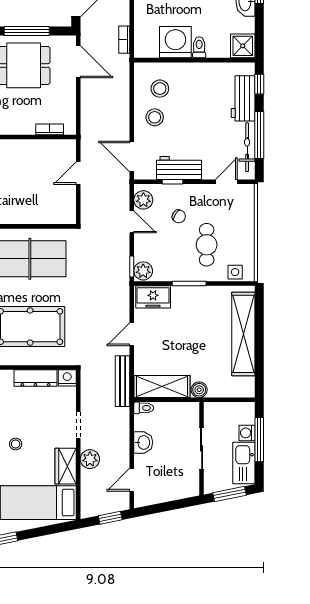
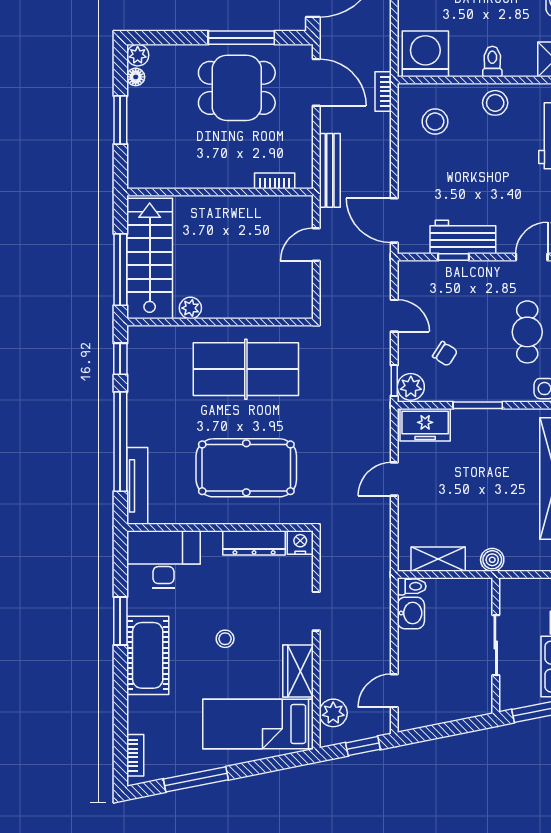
bookcase: (124, 40) -> (383, 91), moved
washing machine: (175, 42) -> (425, 54), moved
stool: (155, 117) -> (495, 103), moved
plant: (143, 200) -> (411, 284), removed
chair: (179, 216) -> (445, 354), moved
cafe table: (207, 245) -> (527, 332), moved
bench: (123, 381) -> (330, 170), moved
shelving: (162, 386) -> (438, 559), width x0.67, depth x0.75
washbasin: (143, 442) -> (411, 613), moved
plant: (90, 459) -> (333, 713), moved

